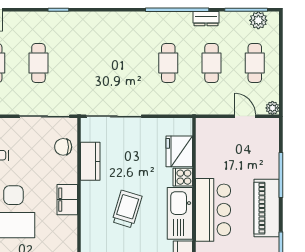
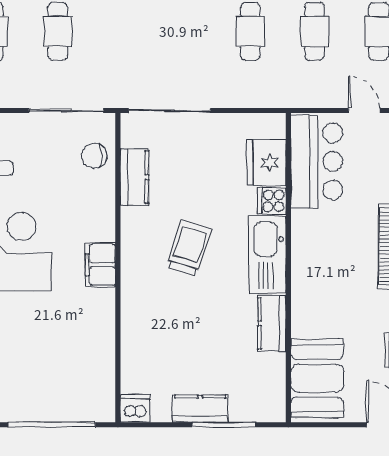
filing cabinet: (67, 200) -> (100, 265), moved
bar counter: (213, 210) -> (317, 161), moved

